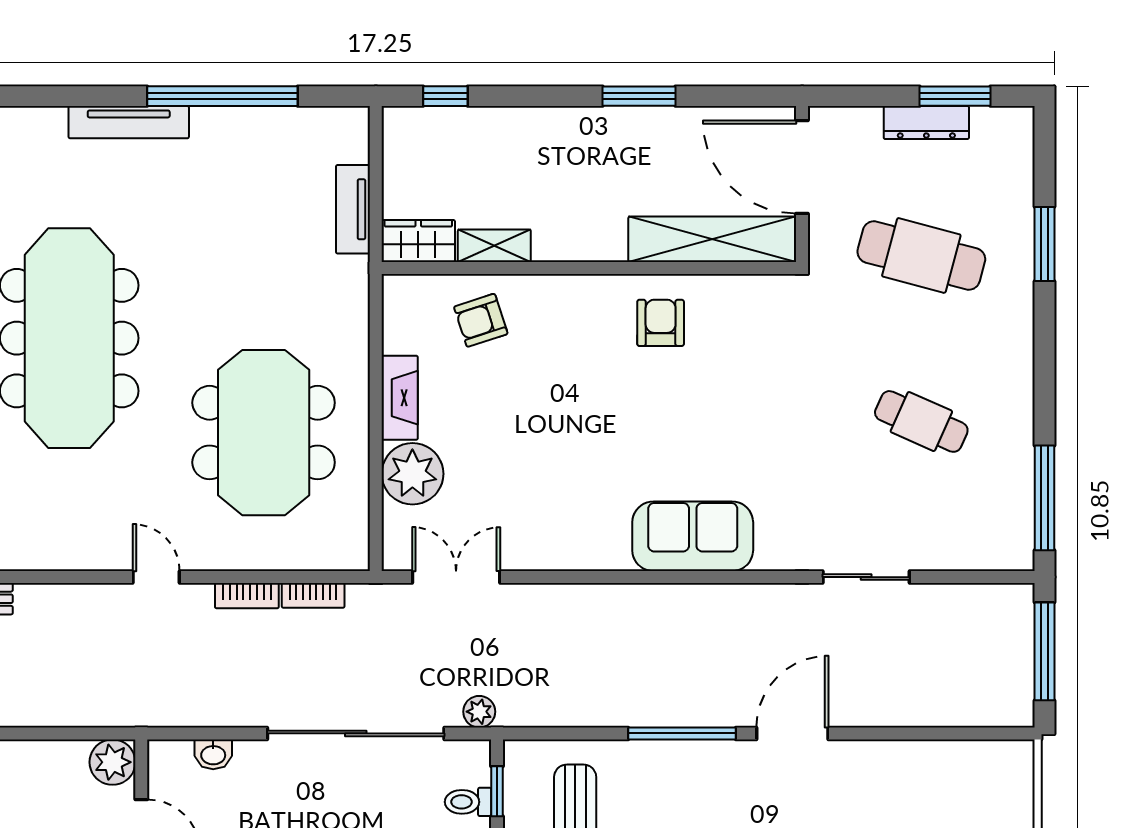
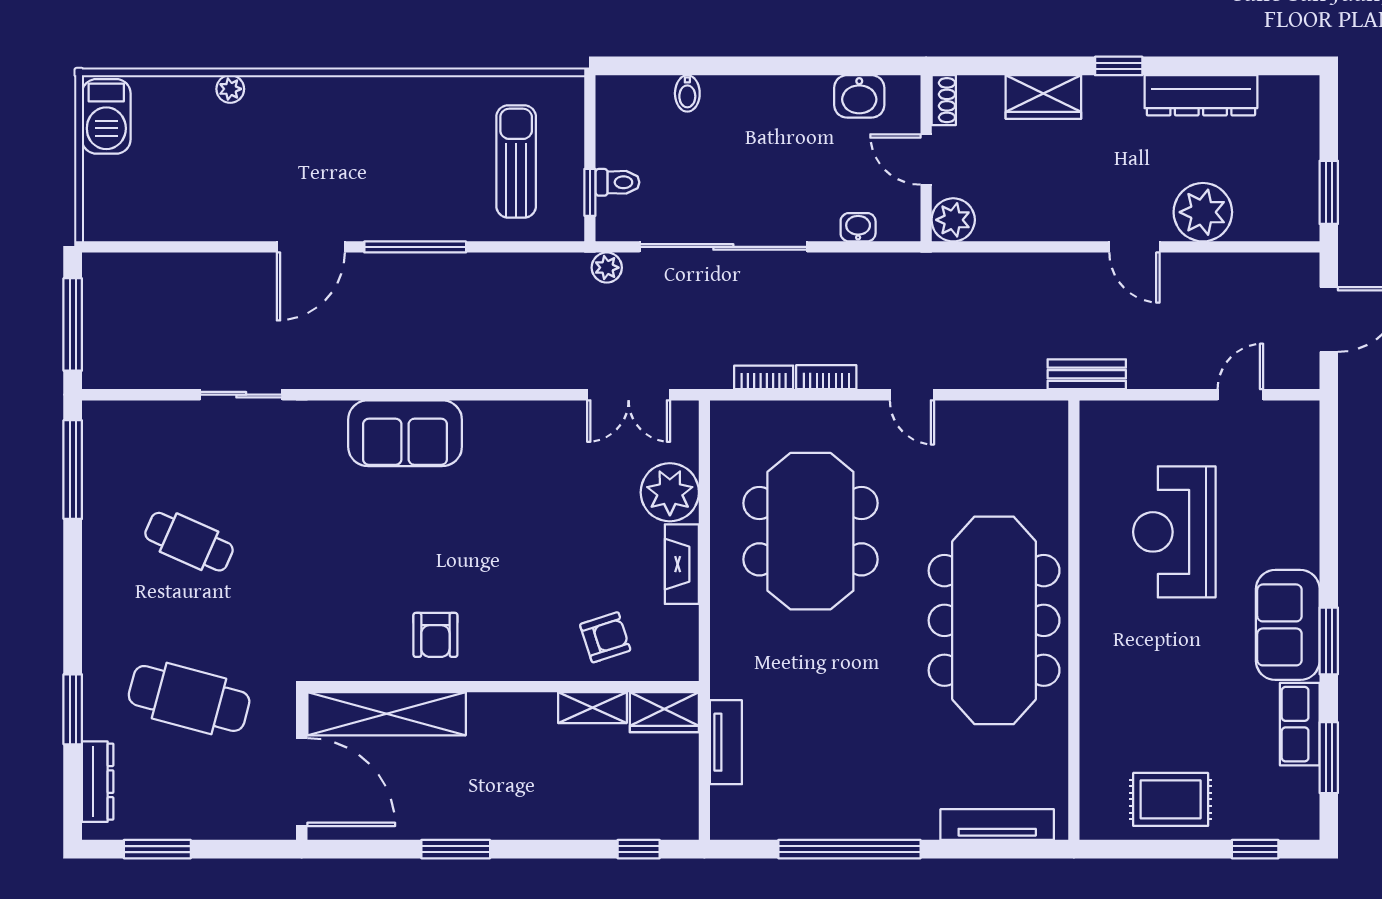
tv unit: (129, 122) -> (997, 825), moved
dresser: (926, 122) -> (98, 782), moved, turned 90

